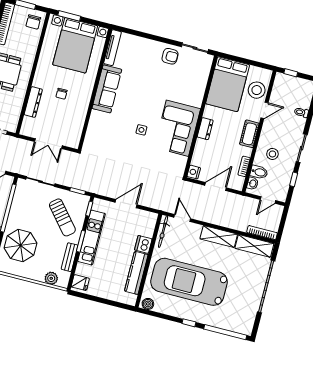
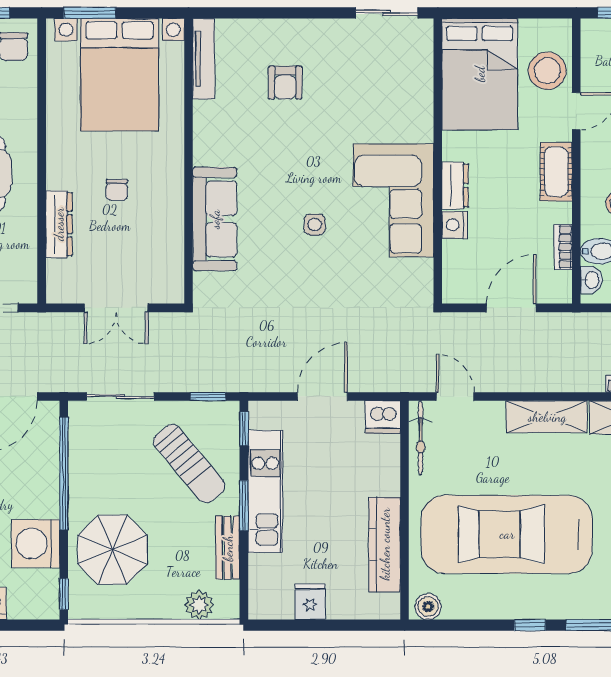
armchair: (170, 56) -> (285, 82), moved, turned 90
sofa: (107, 89) -> (215, 219), moved
nightstand: (194, 172) -> (455, 225), moved
dishwasher: (143, 244) -> (383, 417), moved, turned -90
fridge: (80, 283) -> (310, 602), moved, turned -90

